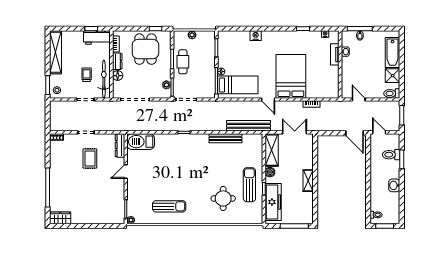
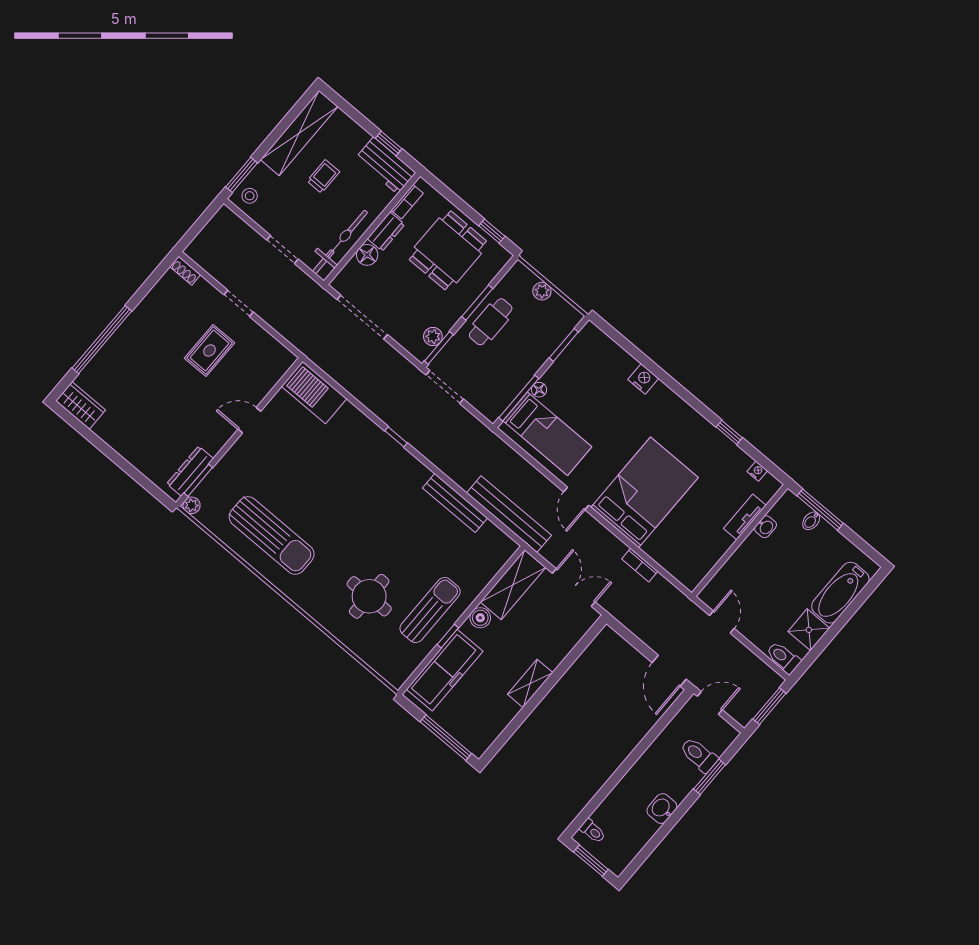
trolley: (87, 75) -> (323, 176), moved
door: (379, 132) -> (710, 703), hinge flipped
dresser: (120, 146) -> (190, 471), moved
sun lounger: (169, 206) -> (272, 535), width x1.36, depth x1.34

